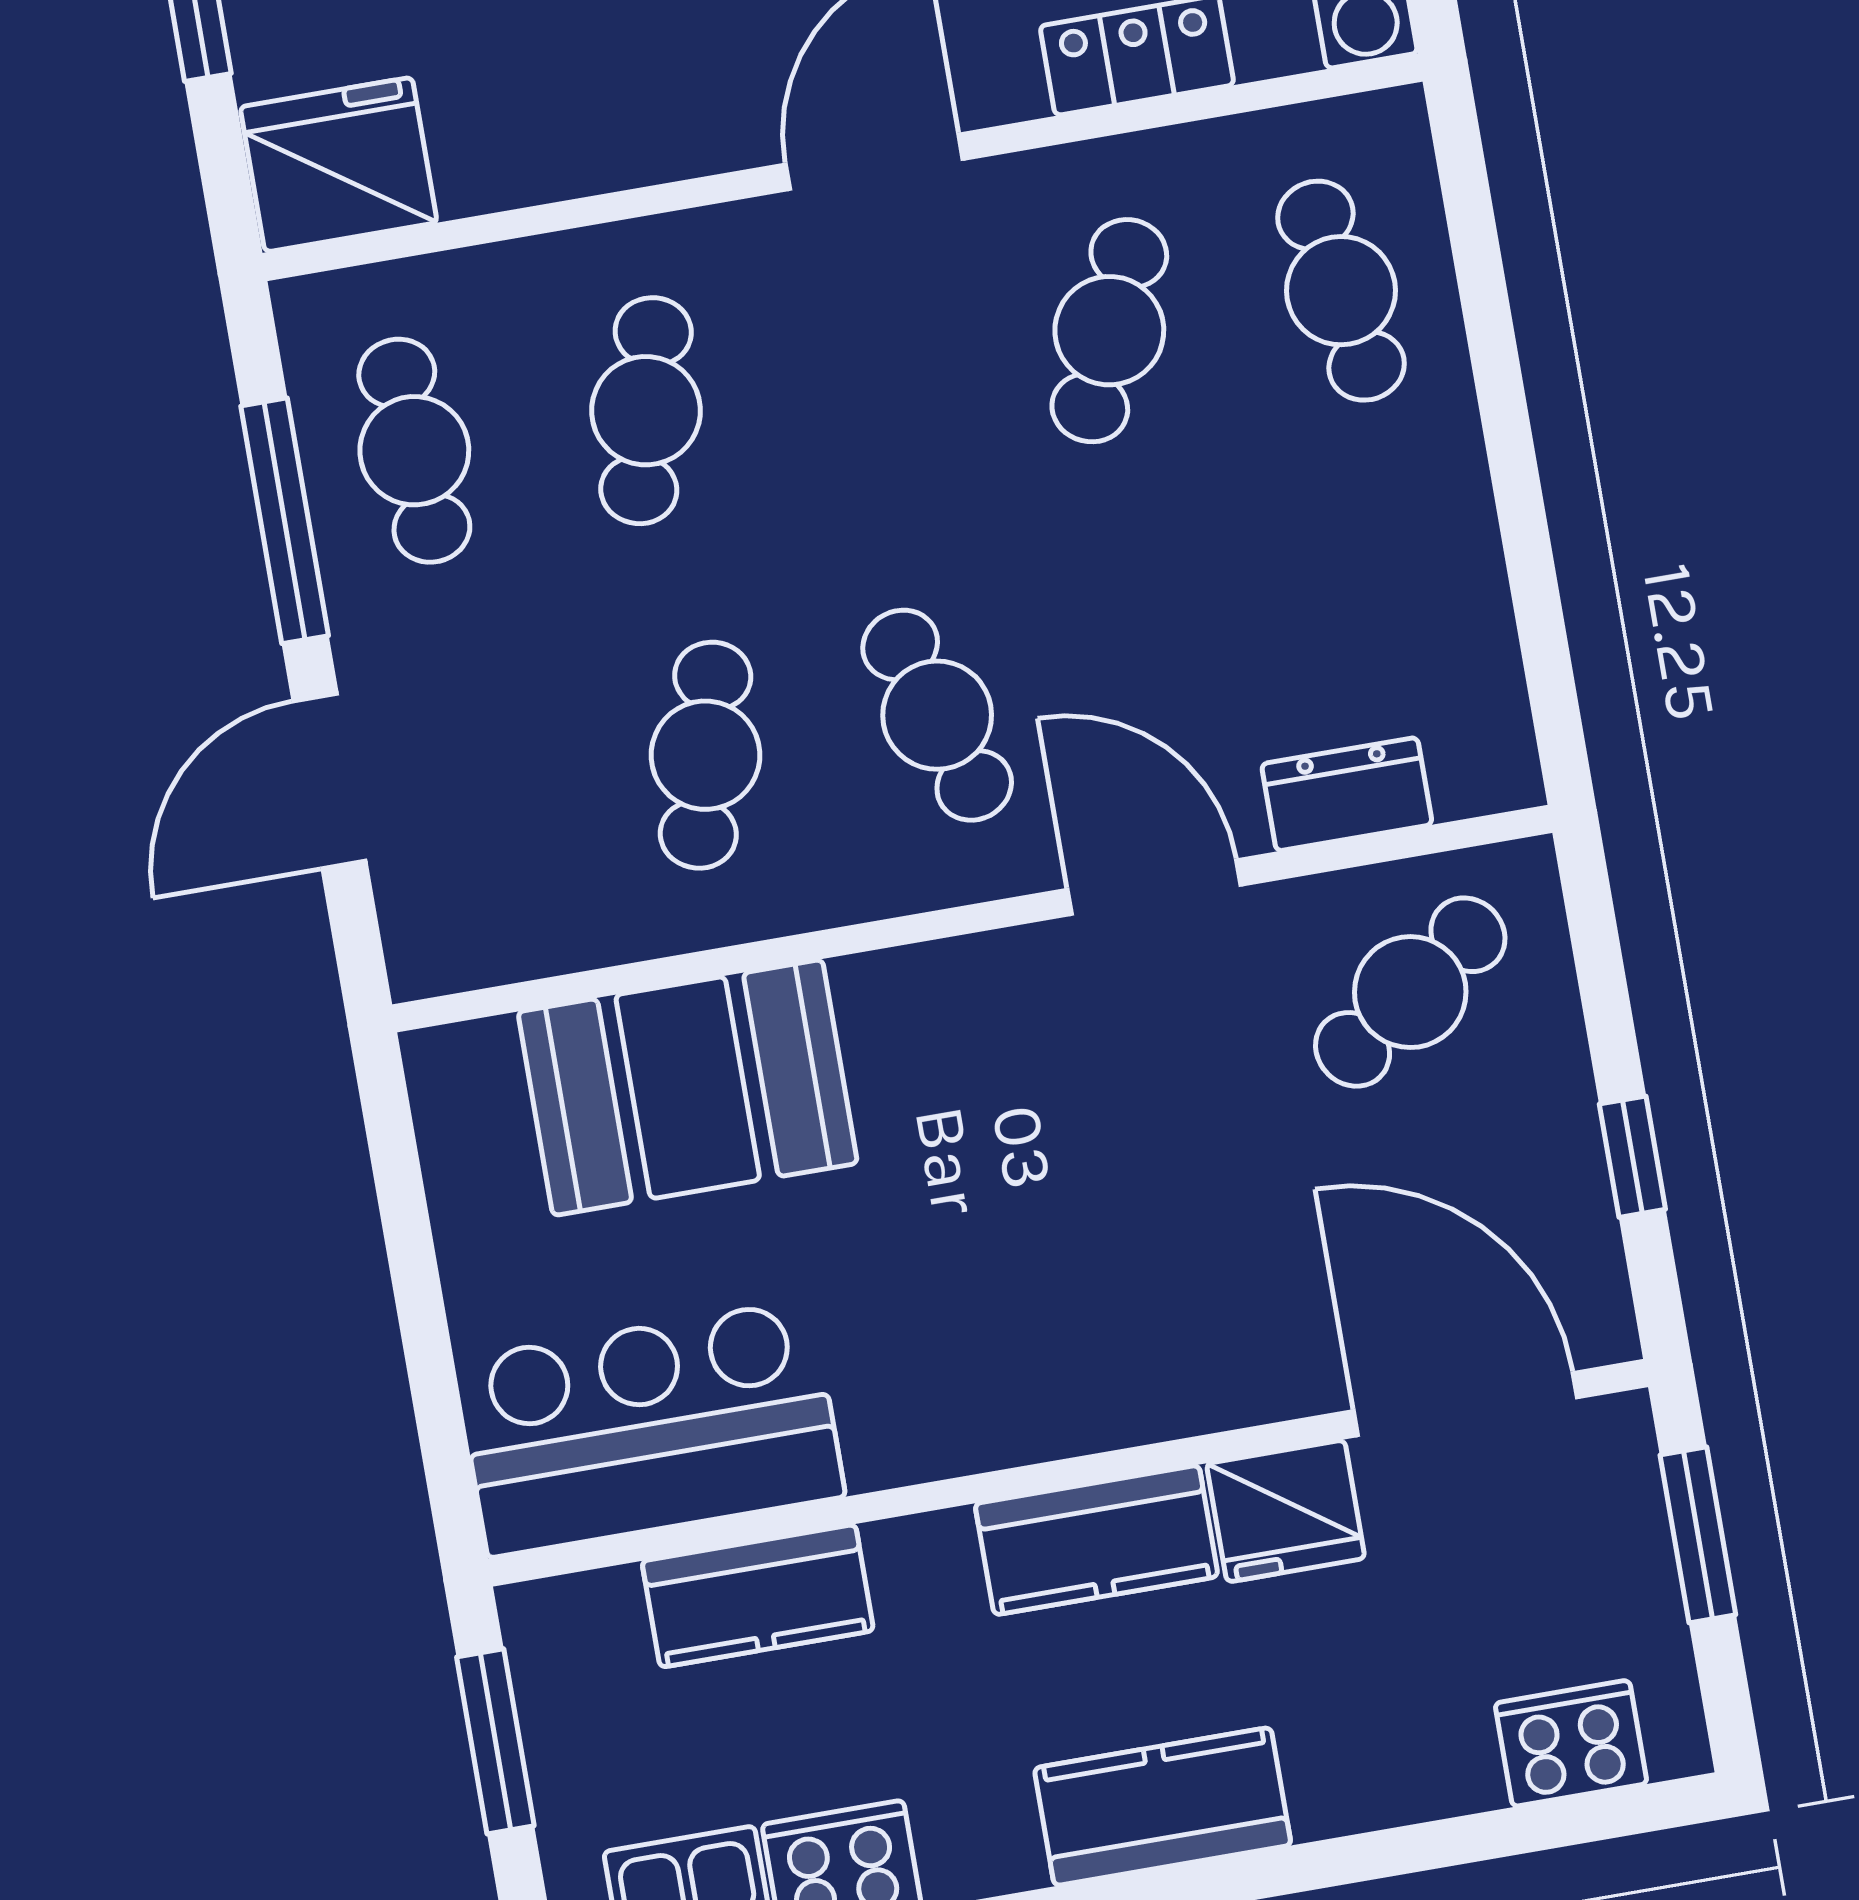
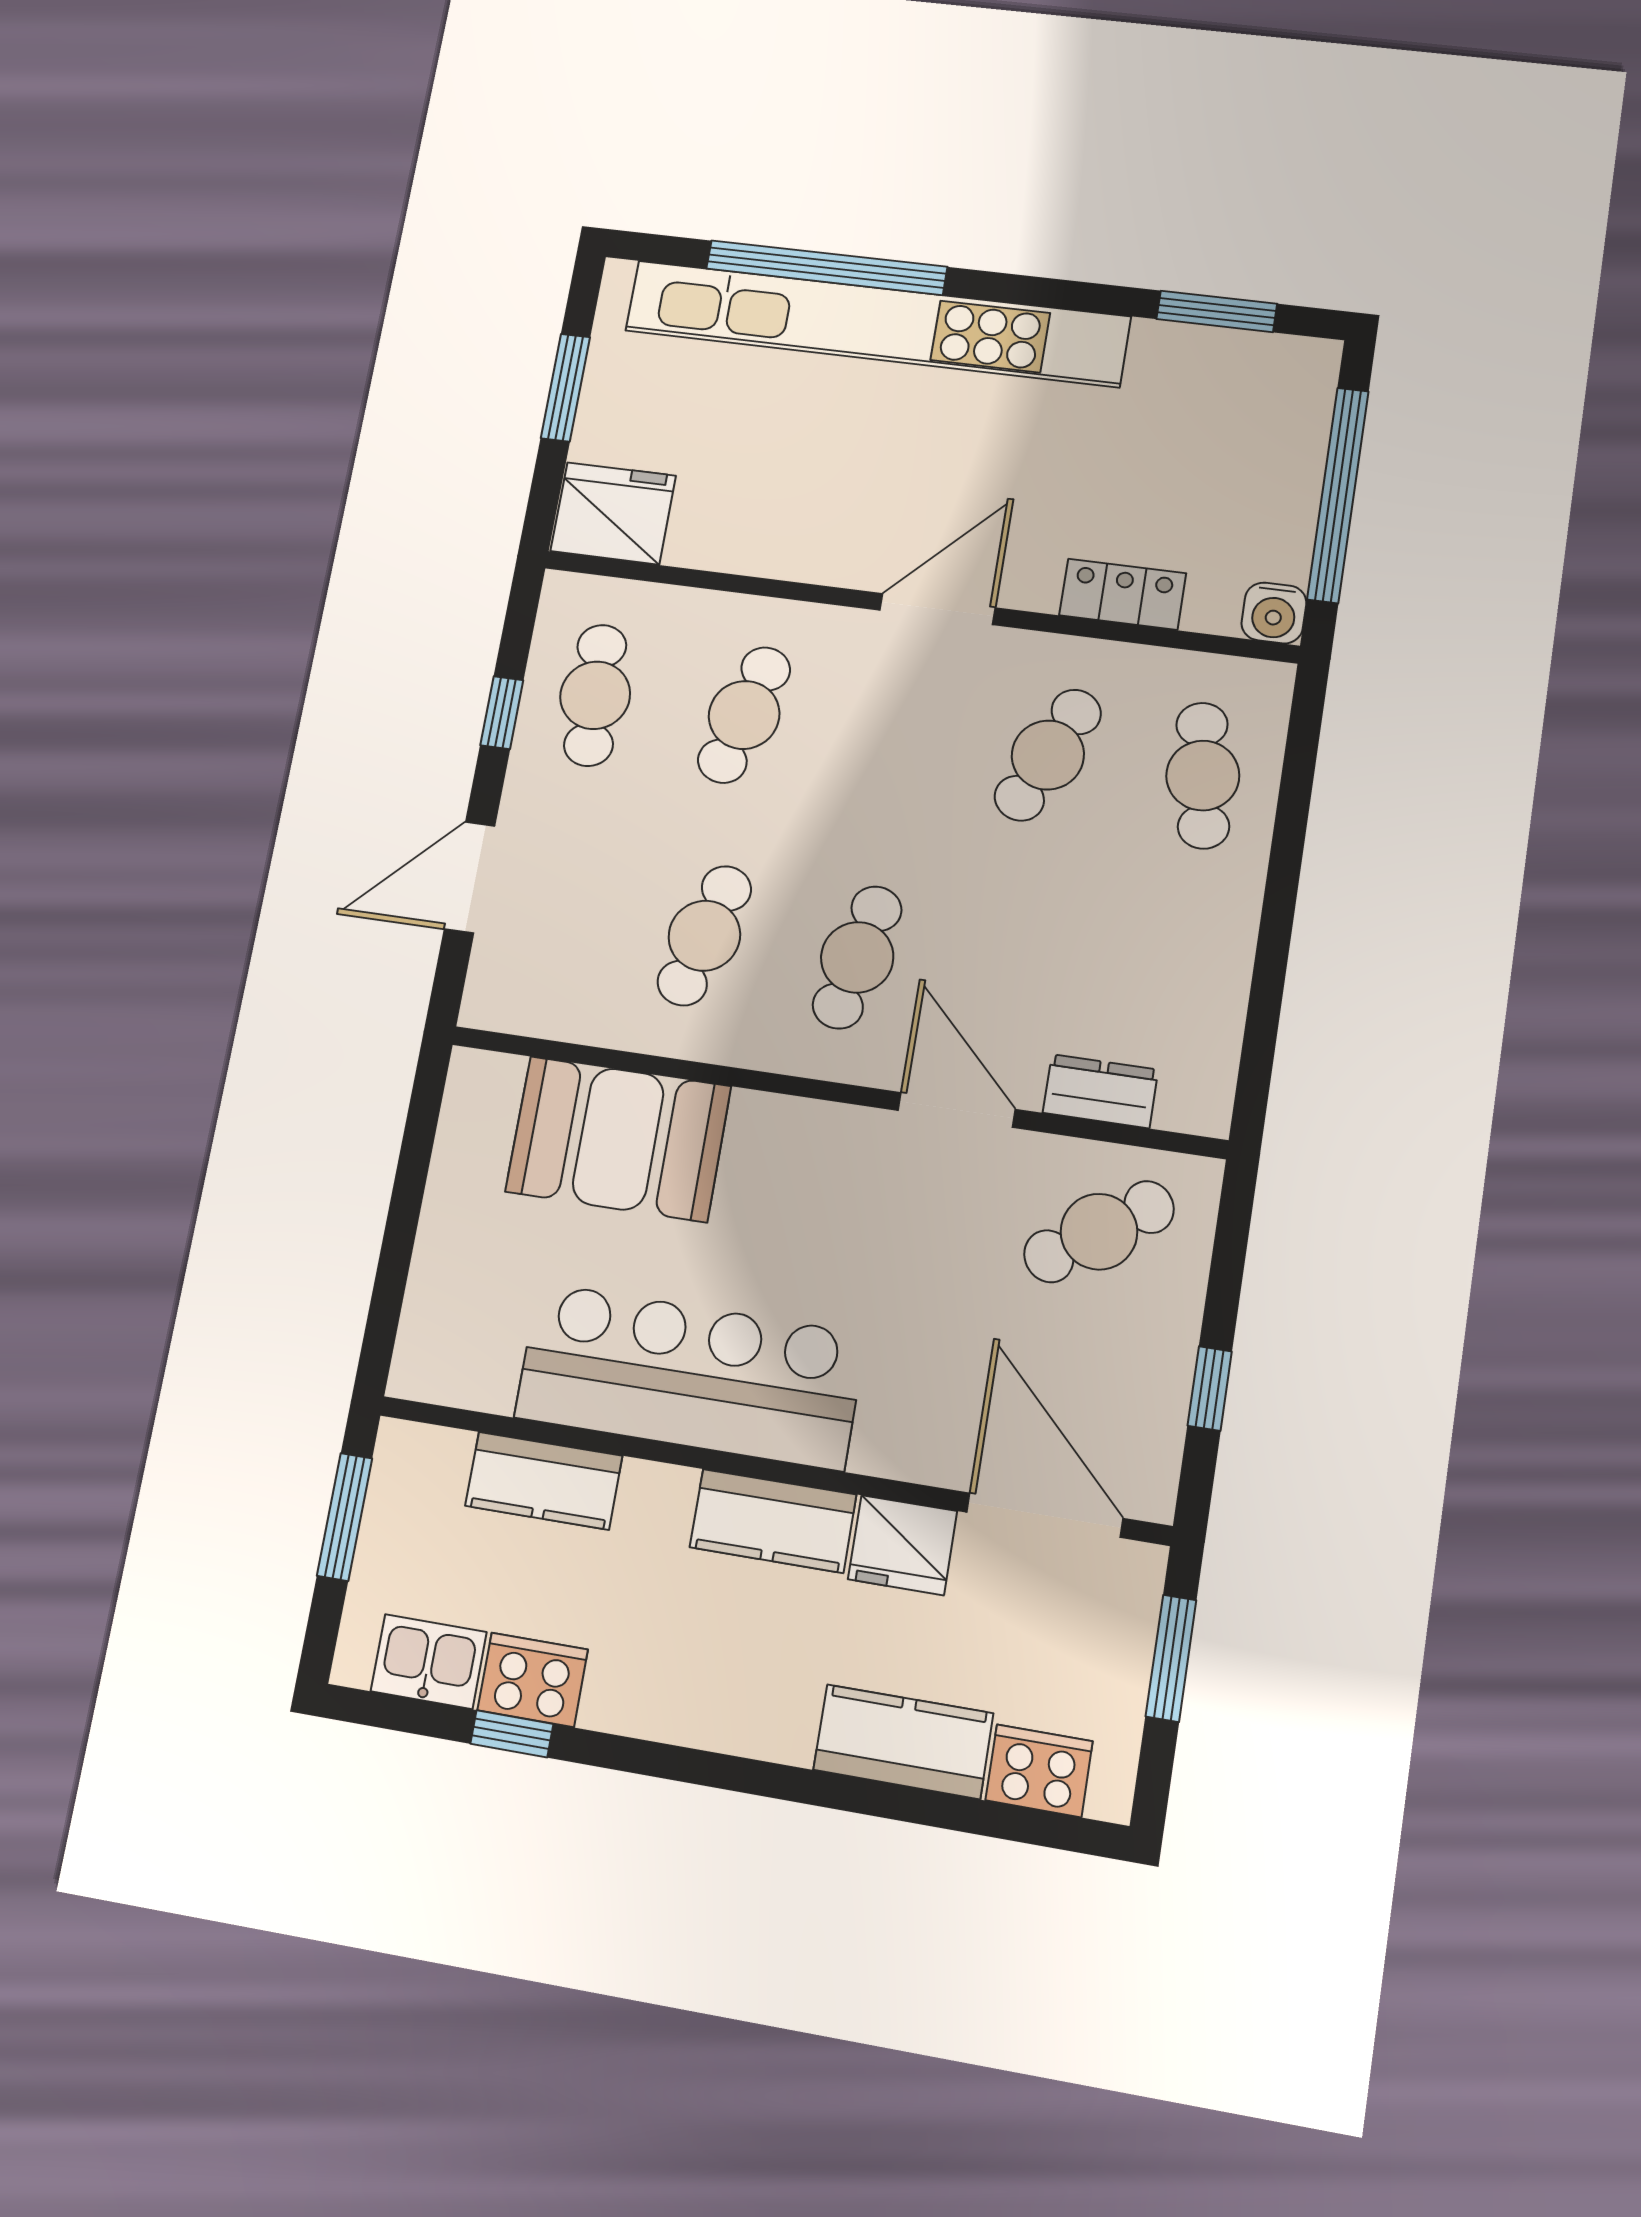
window: (285, 521) -> (502, 713), width x0.46
cafe table: (937, 715) -> (857, 957), turned 30
bar counter: (650, 1428) -> (690, 1376), moved, width x1.36
kitchen counter: (1163, 1807) -> (903, 1742), moved

